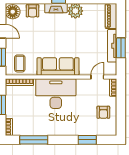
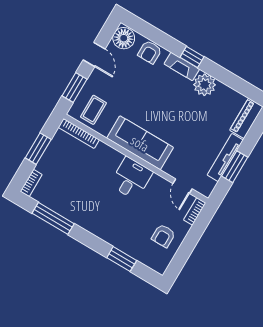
door: (97, 77) -> (183, 186), swing flipped
desk: (56, 94) -> (131, 178), width x0.53, depth x0.77

